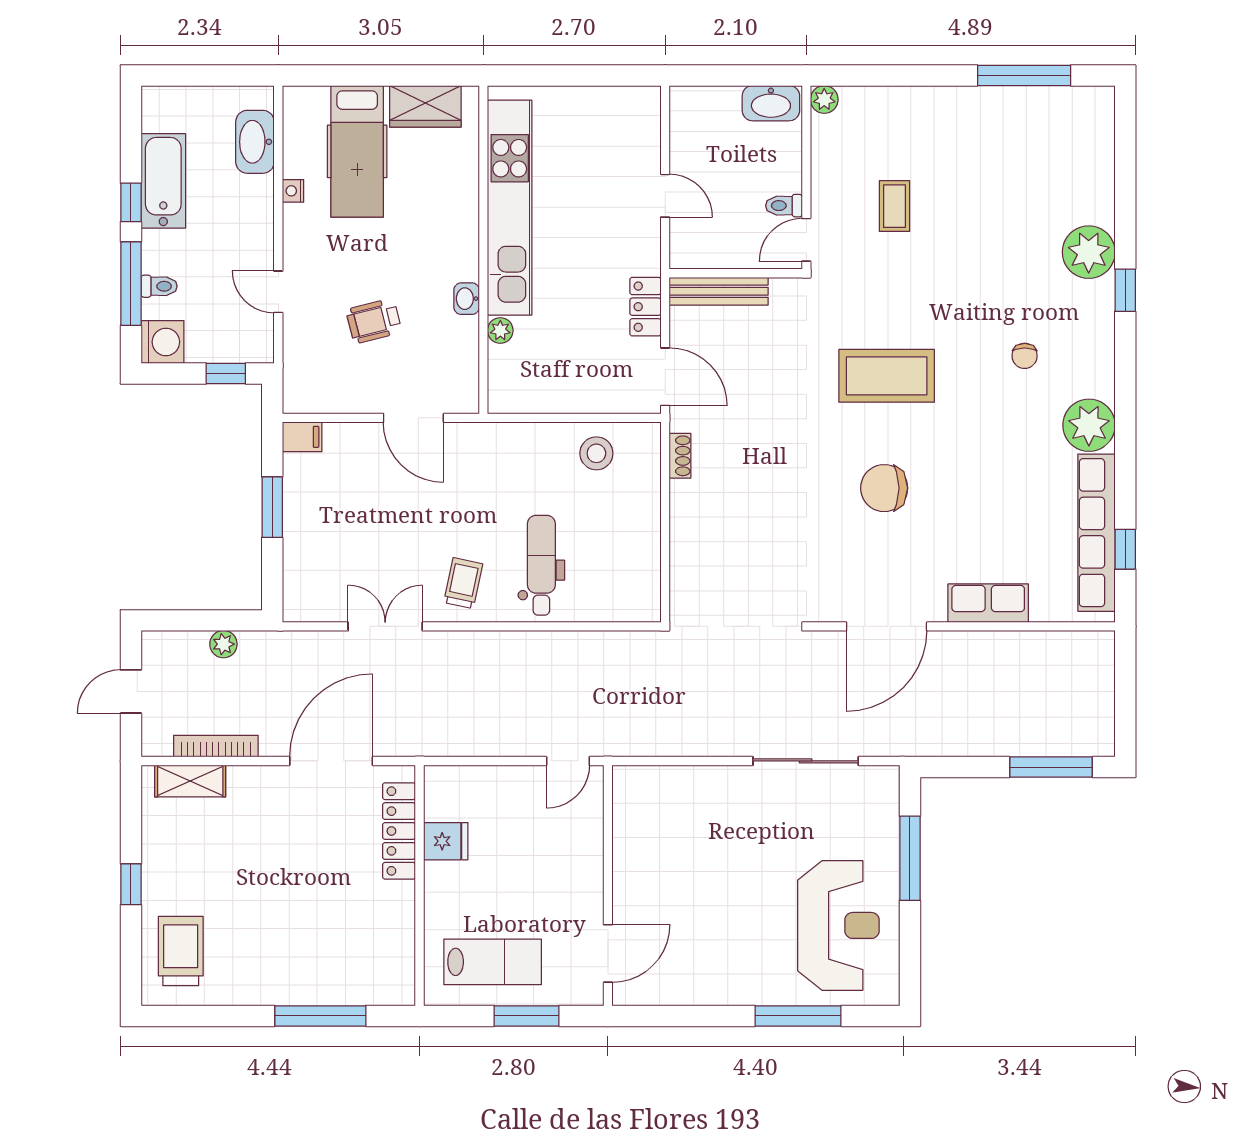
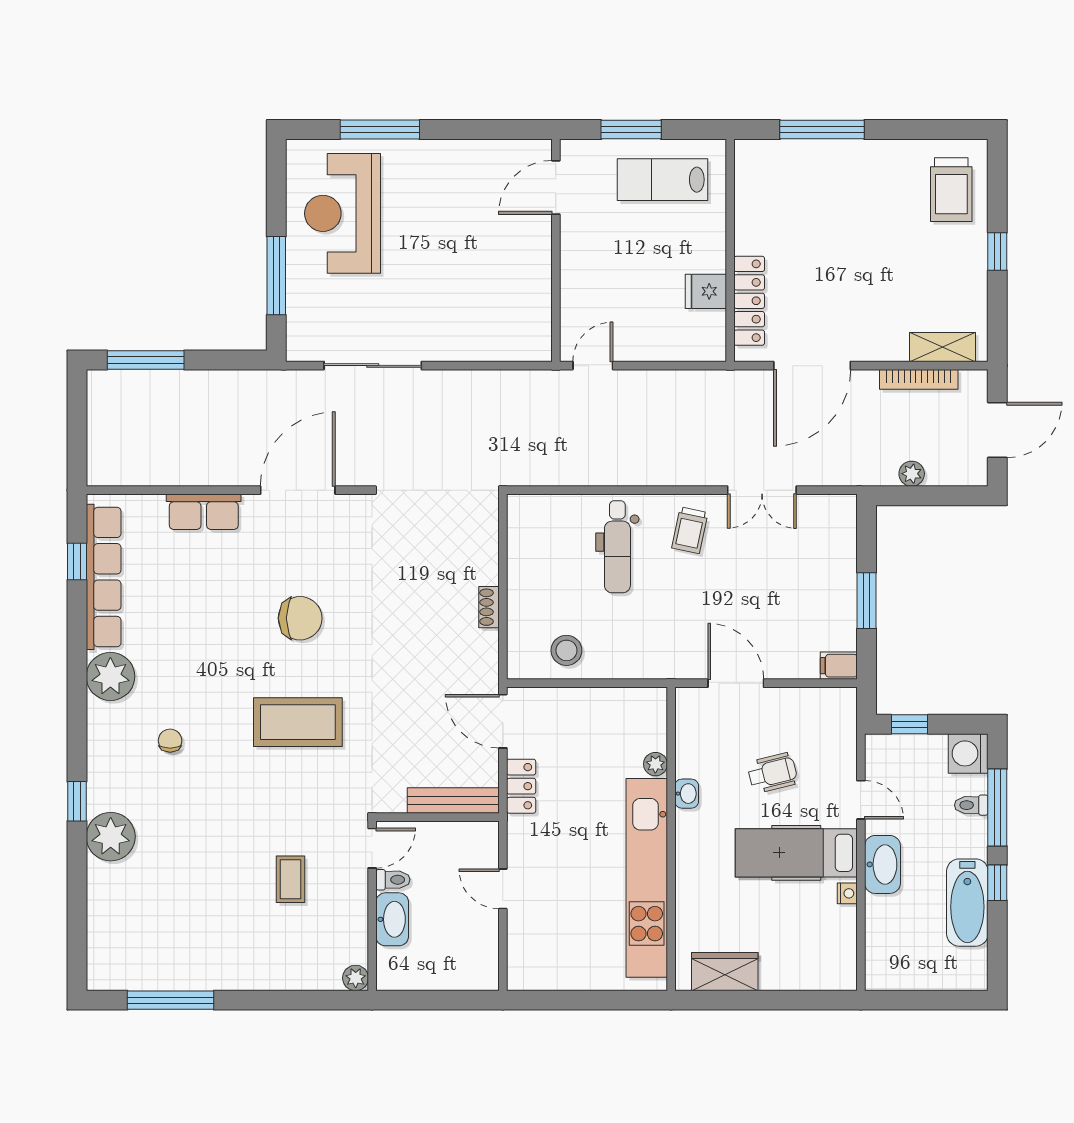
washbasin: (771, 103) -> (392, 919), moved, turned 90
washbasin: (255, 142) -> (882, 864), moved
hospital bed: (357, 151) -> (796, 853), moved, turned -90
shoe rack: (680, 456) -> (489, 607), moved
door: (131, 691) -> (997, 430), width x1.38

